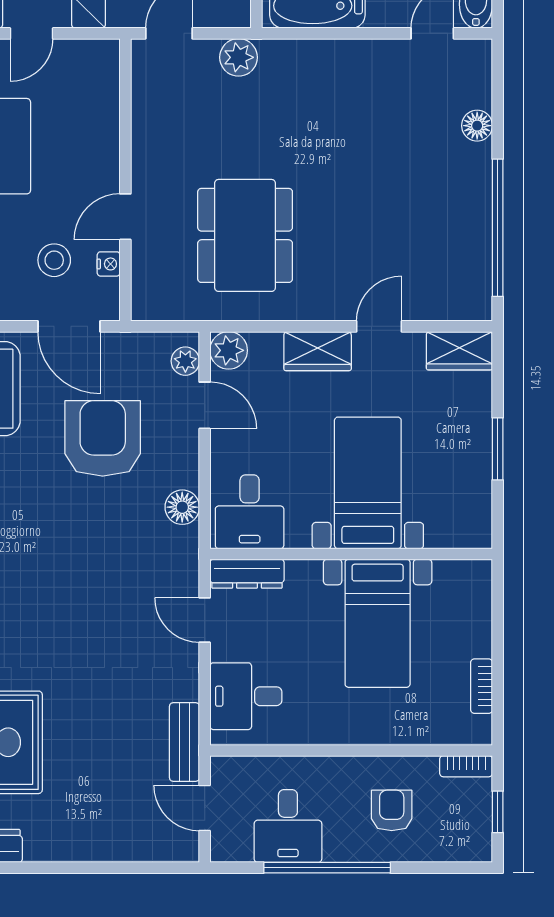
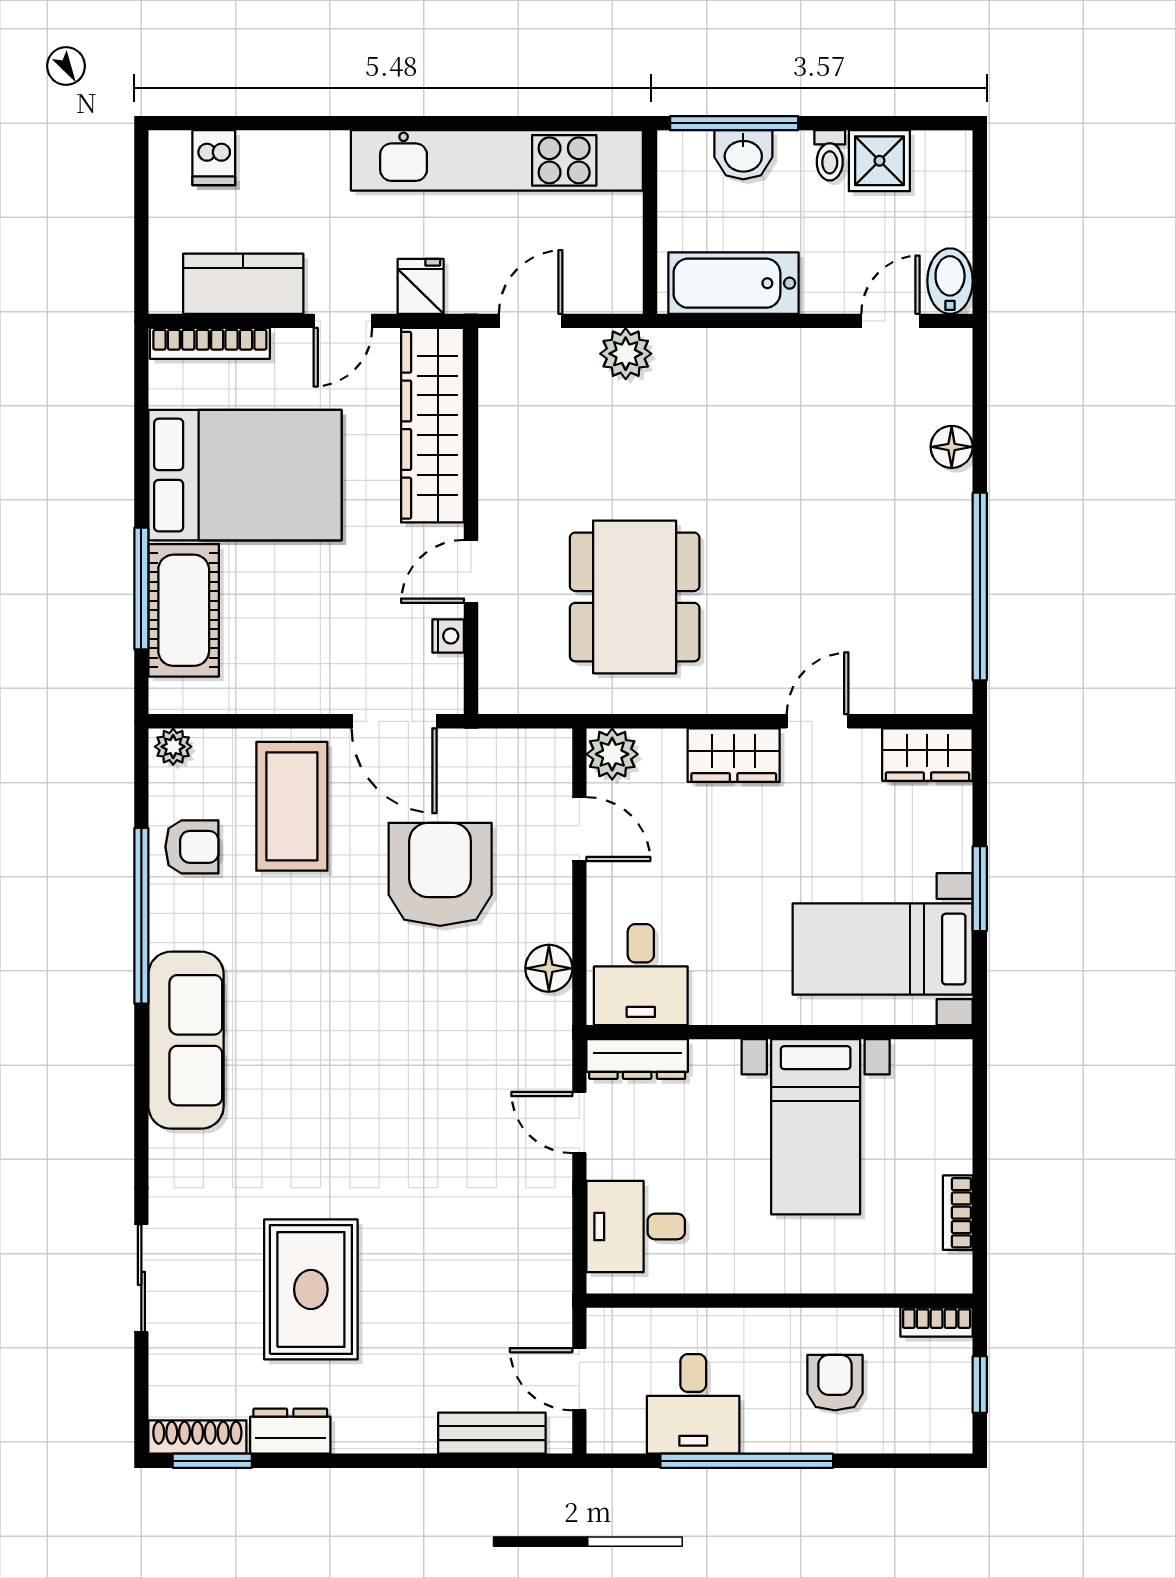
wardrobe: (97, 110) -> (433, 425), added
stool: (54, 260) -> (374, 631), removed
plant: (185, 361) -> (553, 769), removed
bed with nightstands: (368, 483) -> (883, 949), moved, turned -90
bench: (184, 742) -> (492, 1433), moved, turned 90

